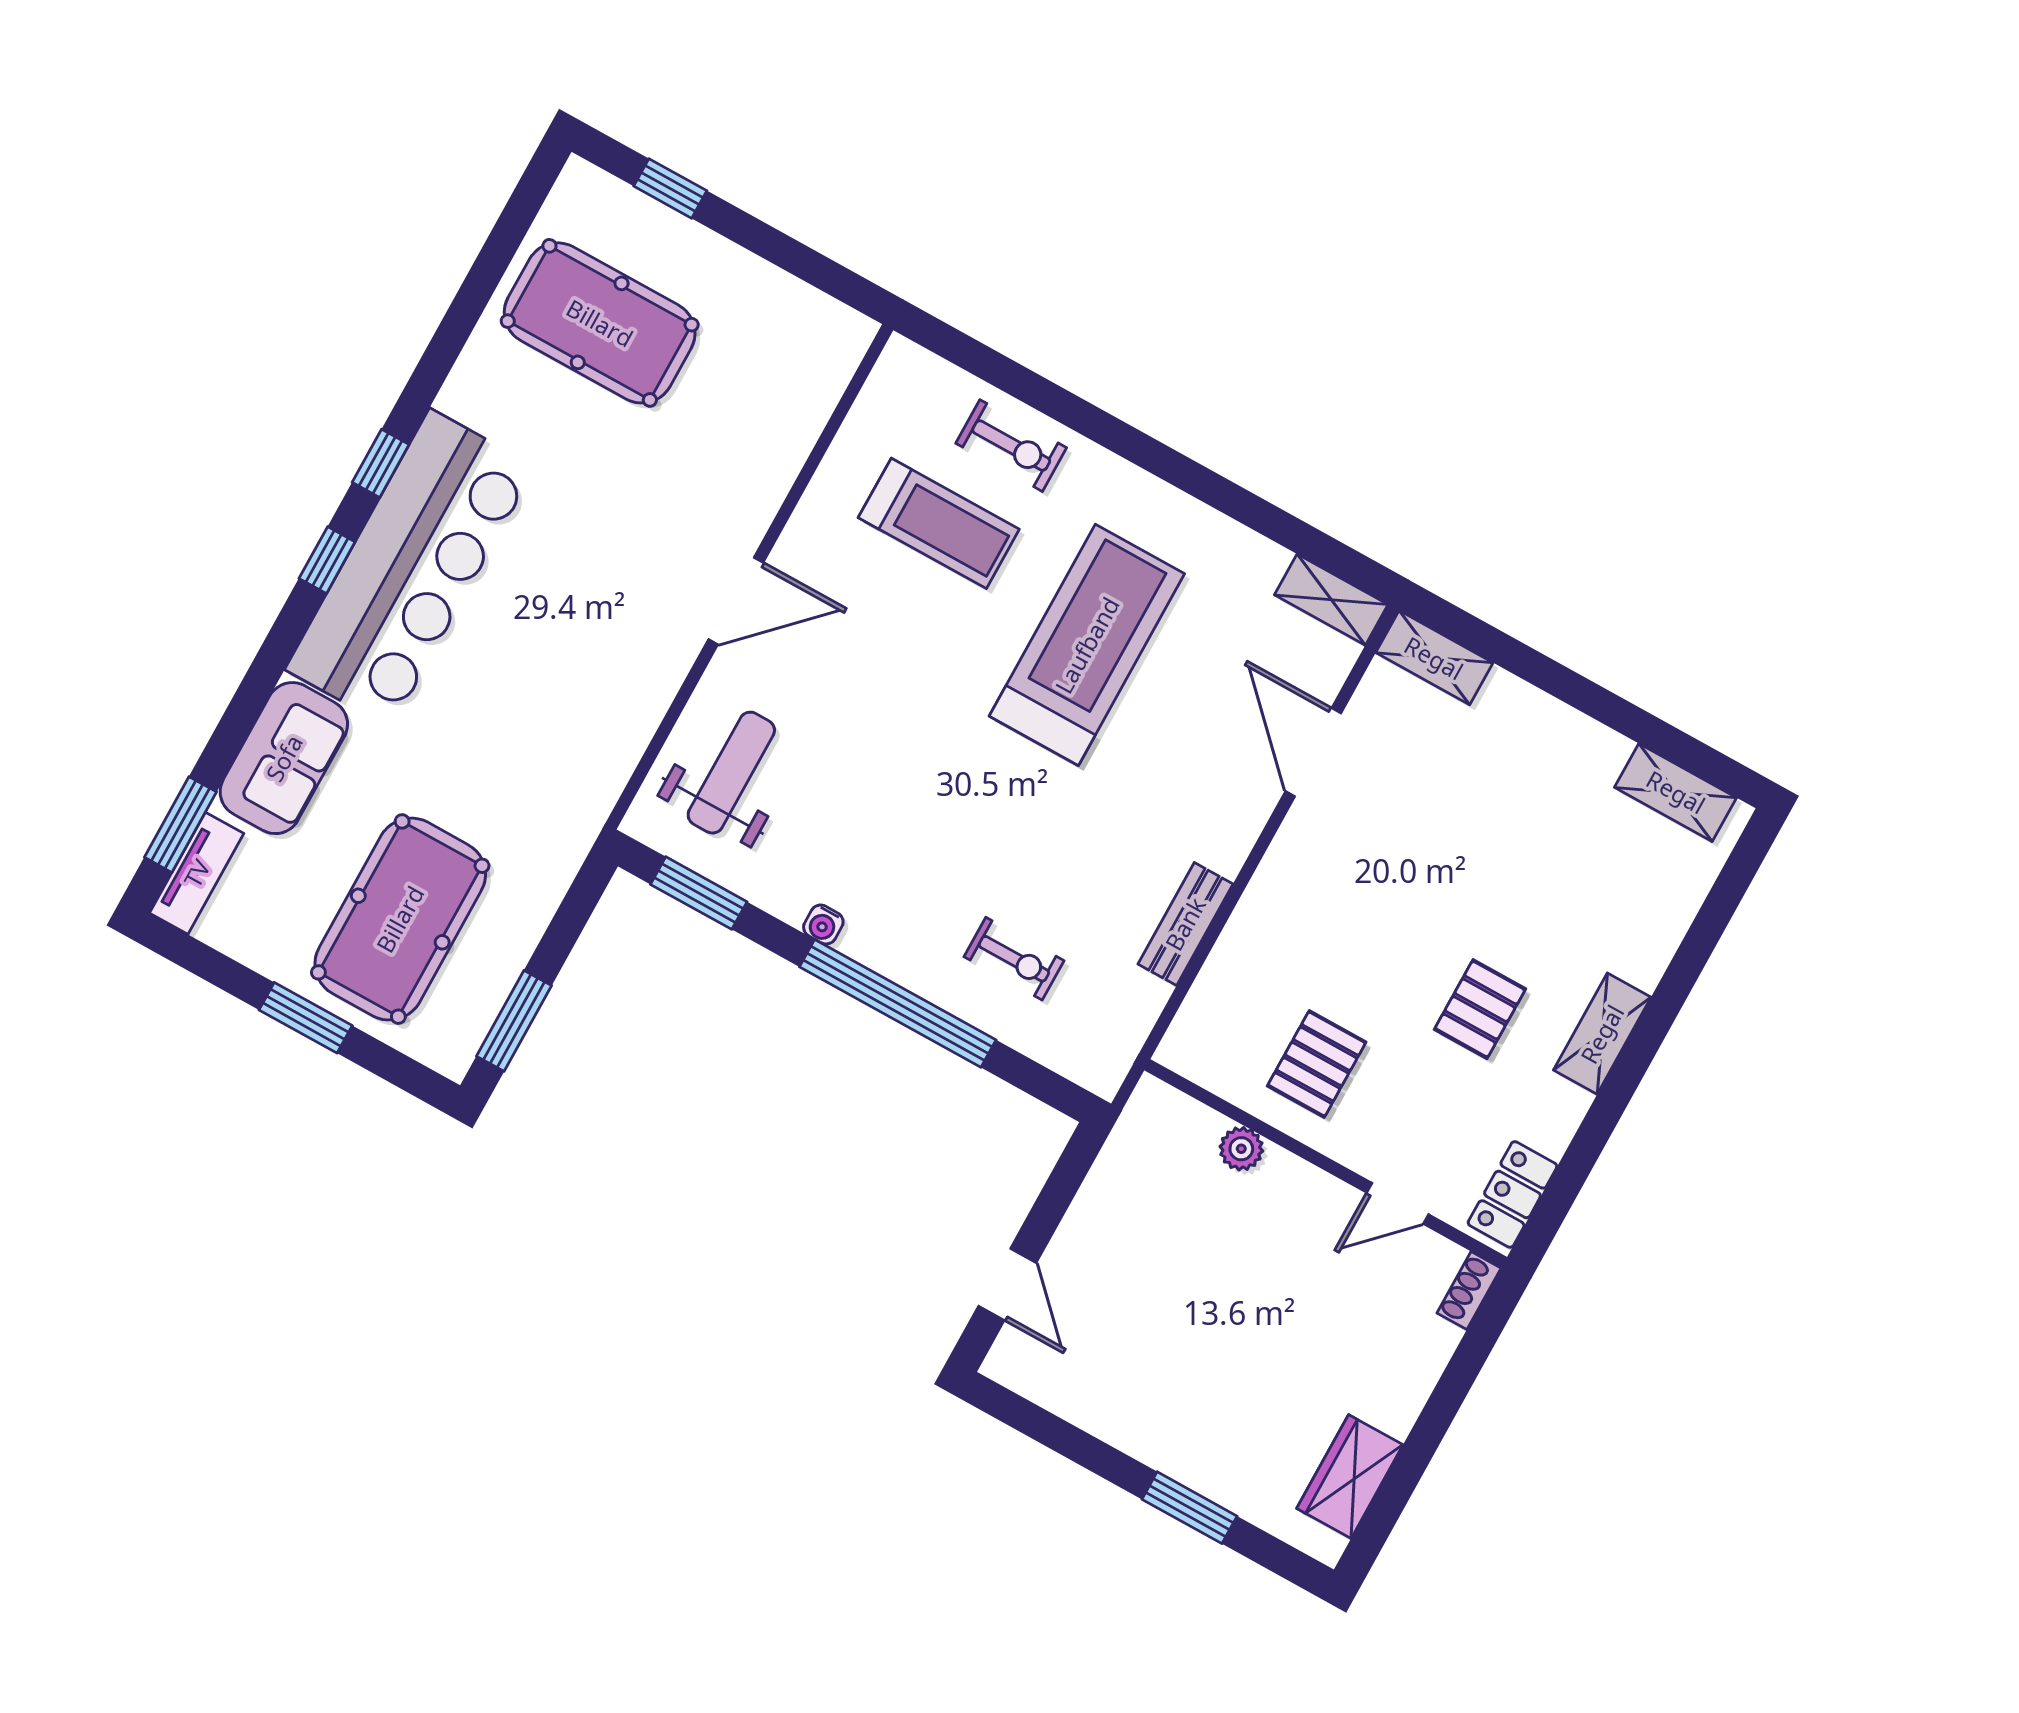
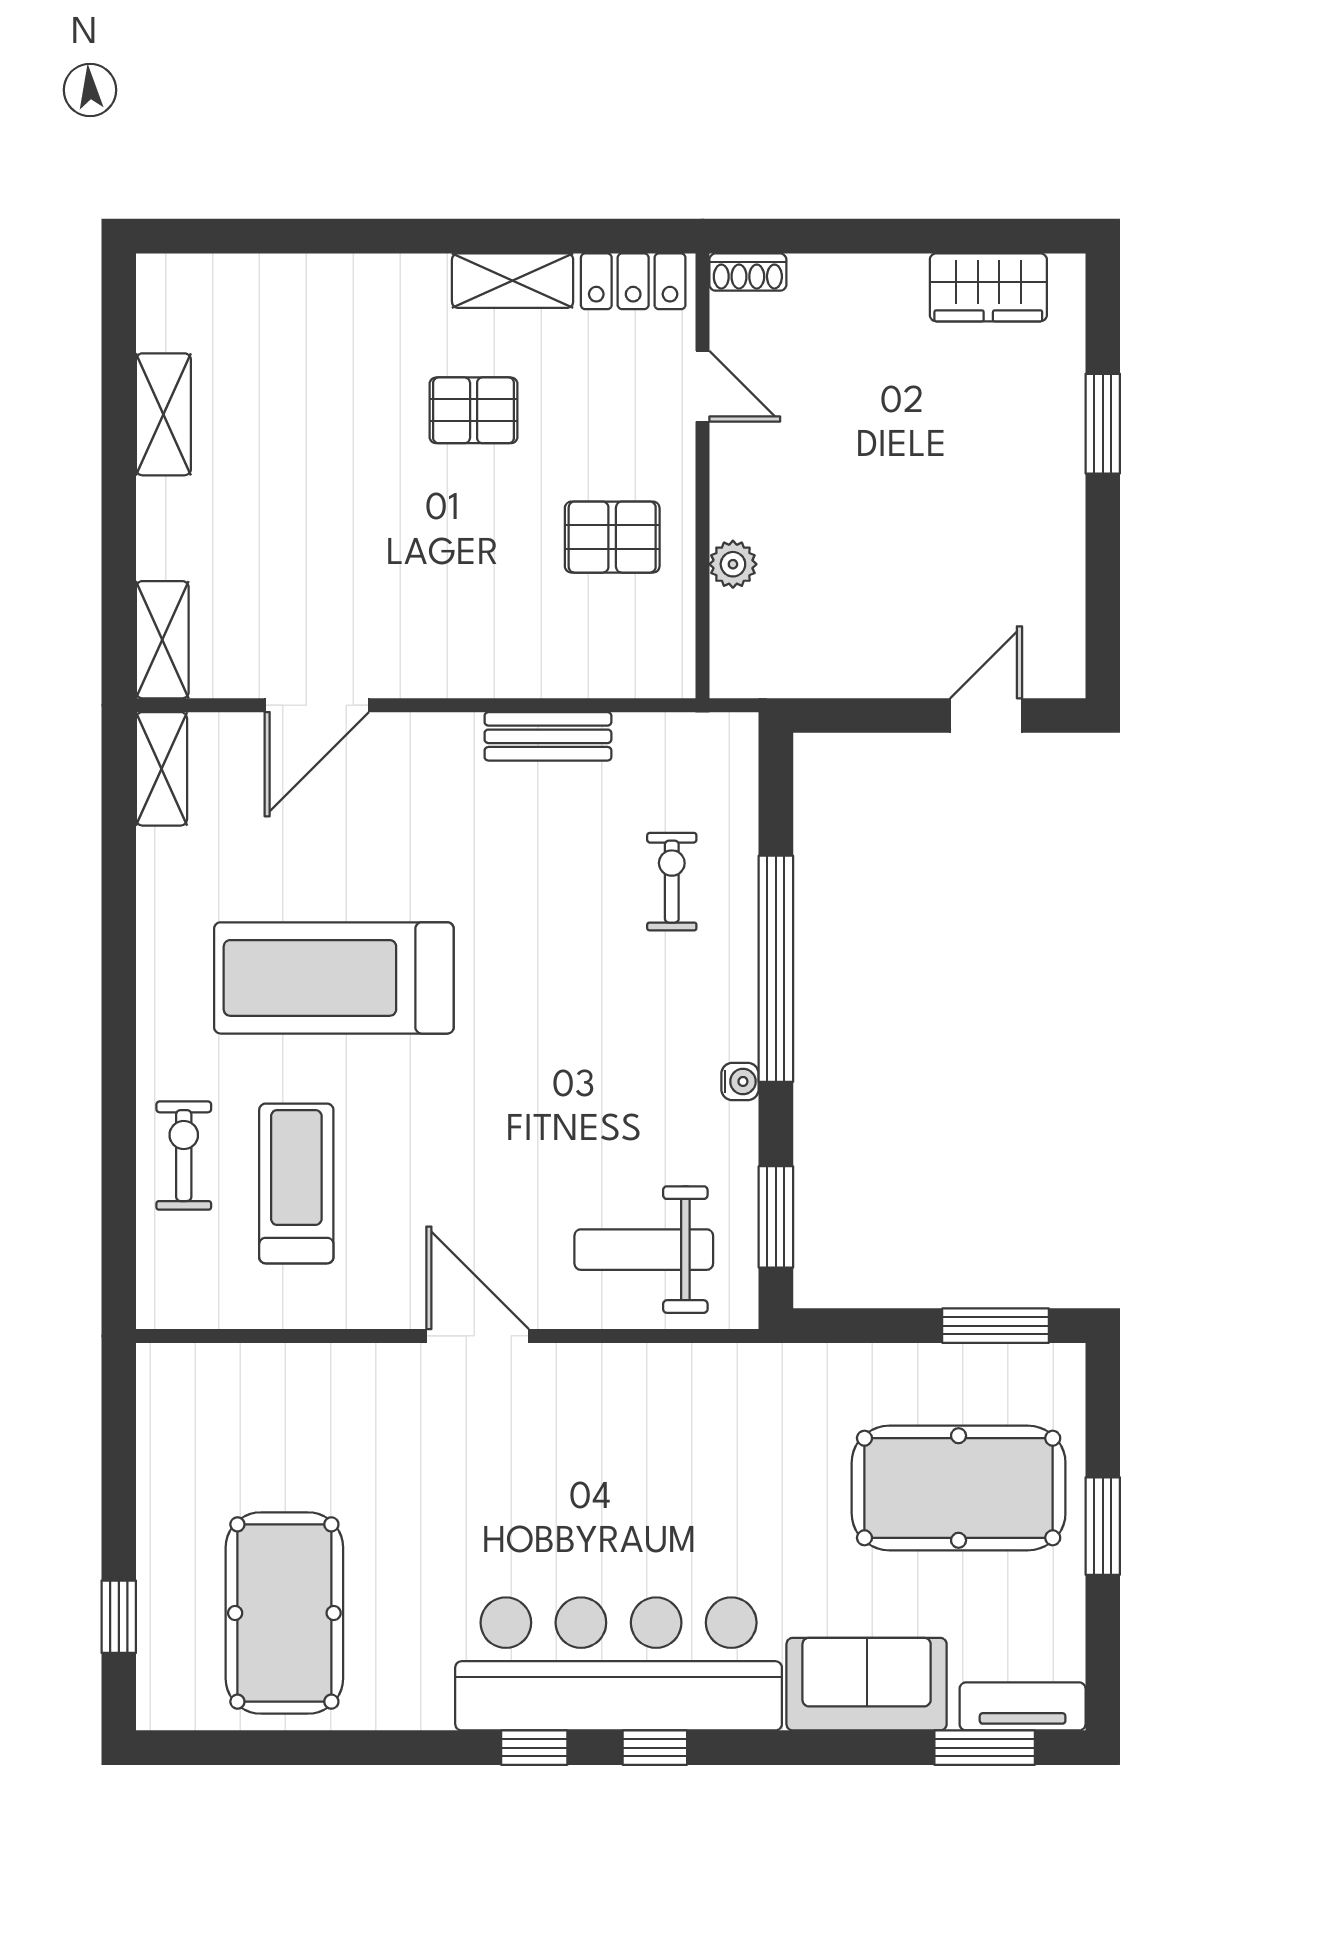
shelving: (1676, 792) -> (163, 414), moved
shelving: (1602, 1034) -> (513, 281), moved

